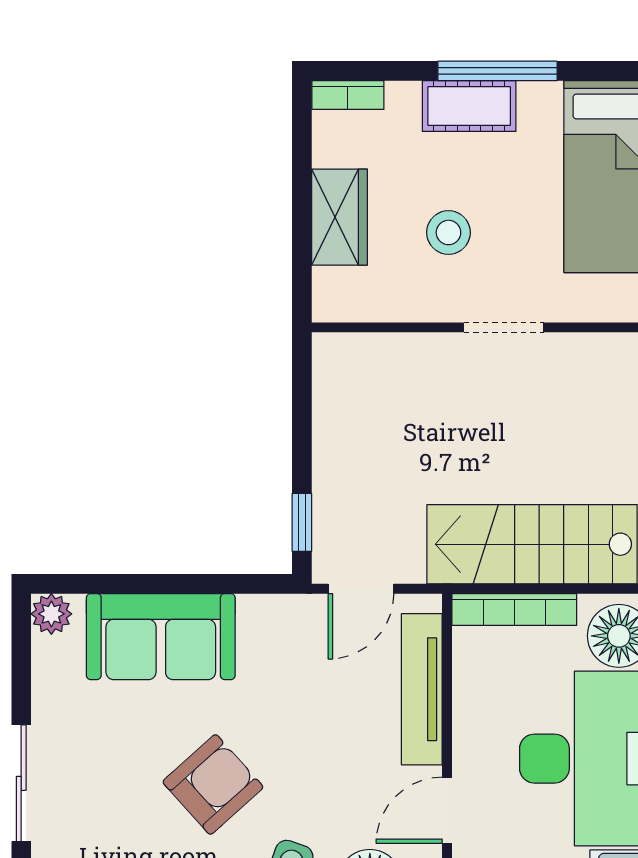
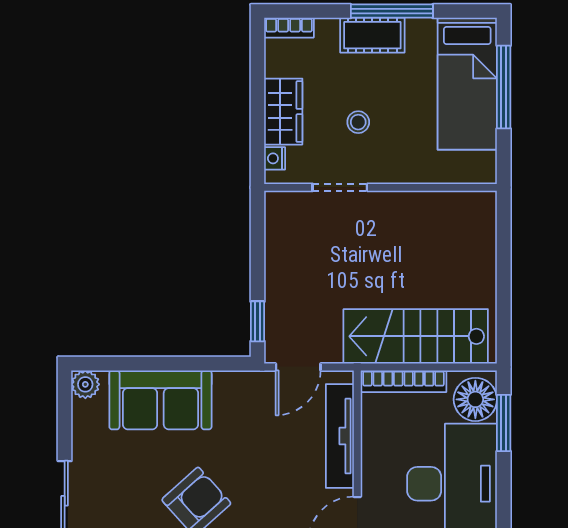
stool: (448, 232) -> (358, 122), width x0.73, depth x0.73
nightstand: (327, 285) -> (275, 158), added
doorway: (504, 327) -> (340, 187), moved

